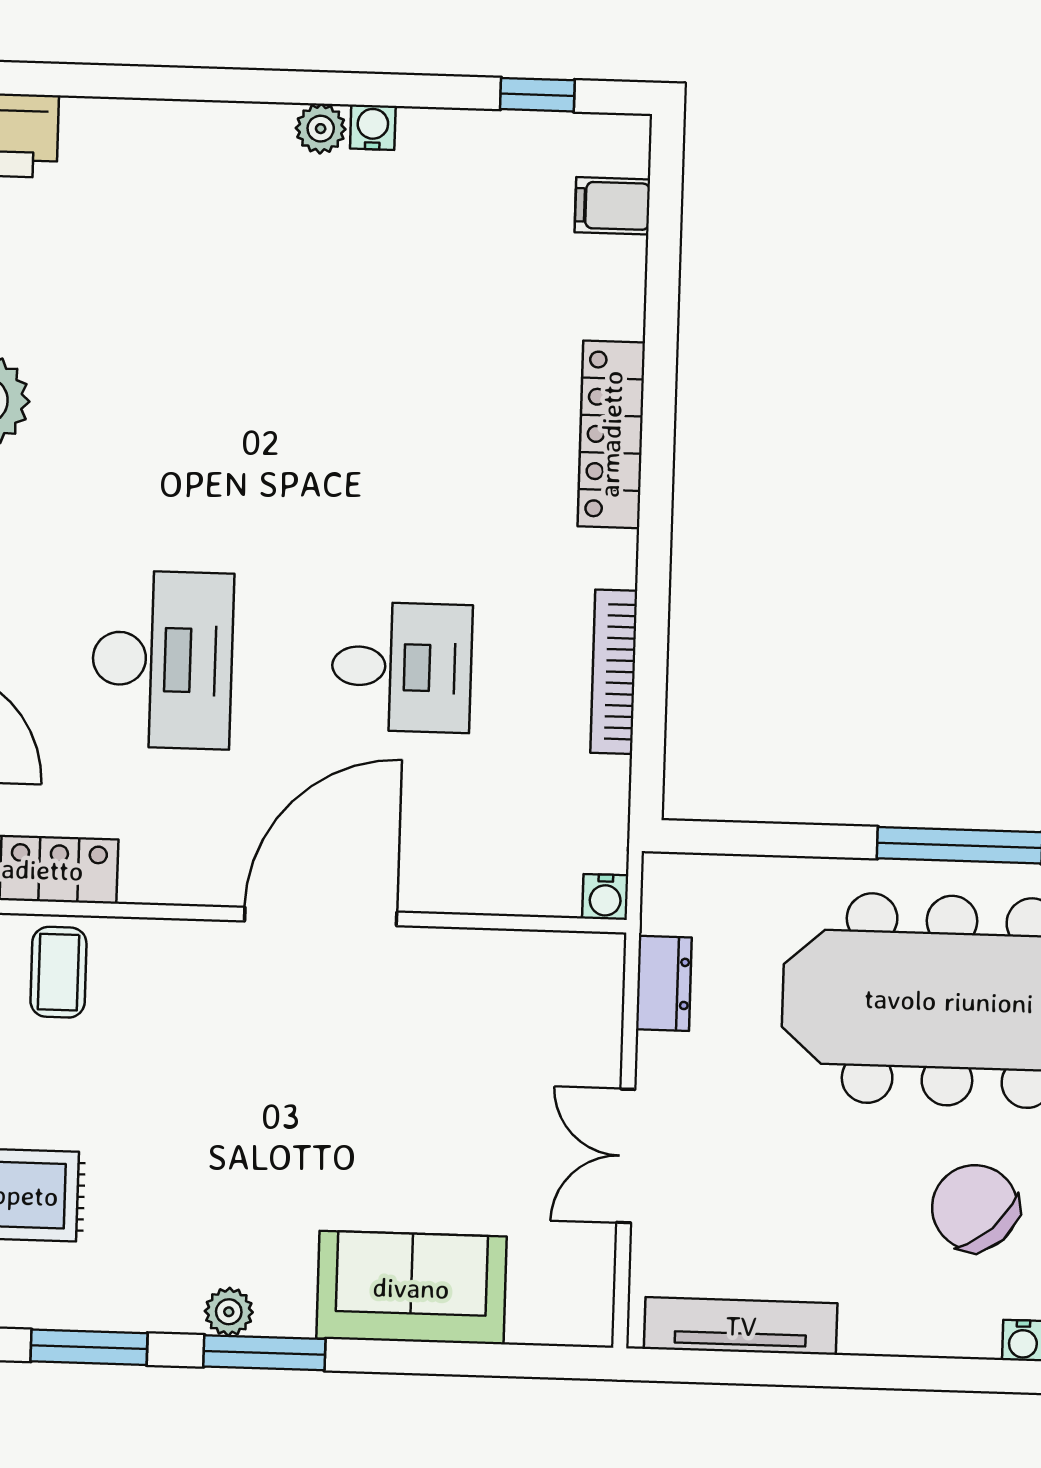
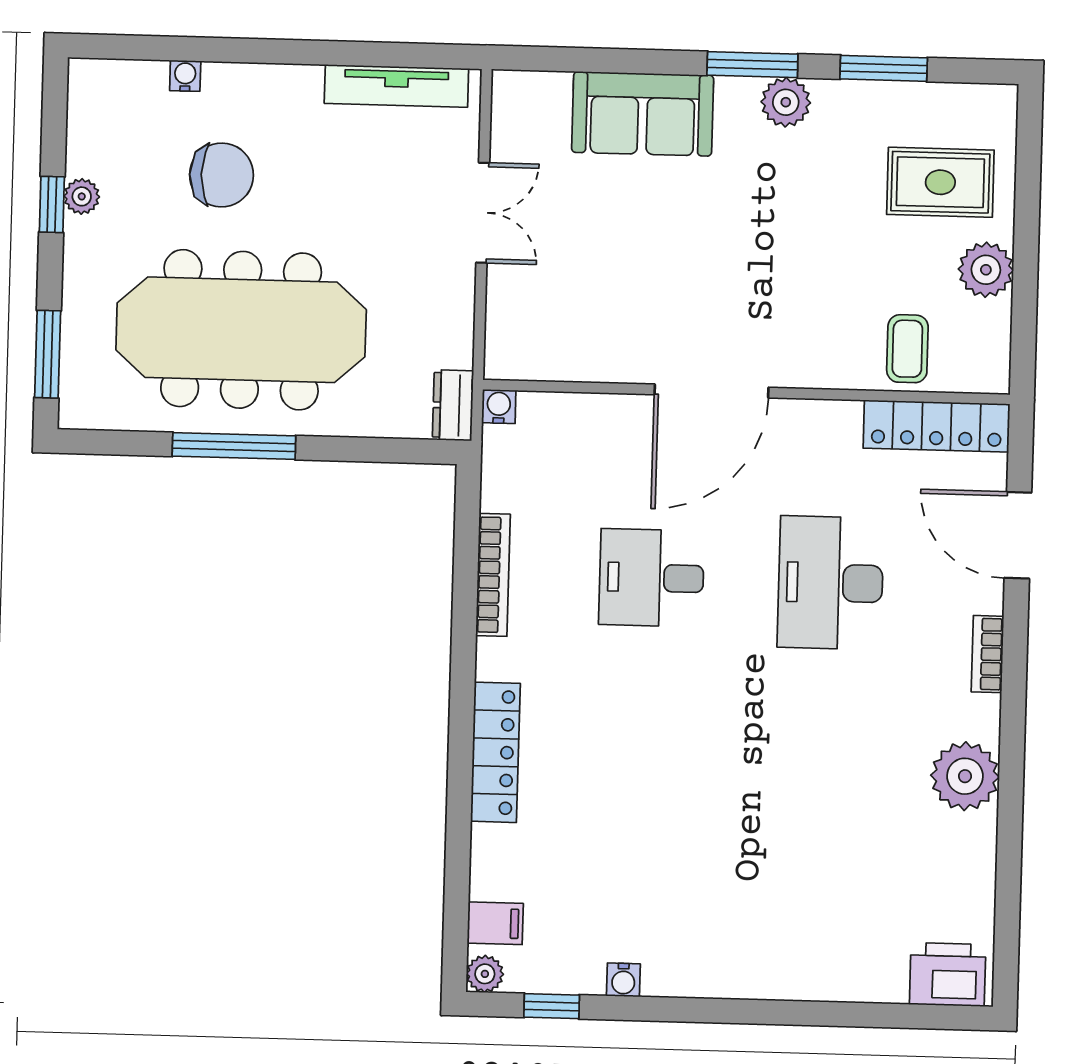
water cooler: (373, 127) -> (623, 980), moved
plant: (321, 129) -> (485, 974), moved
dresser: (664, 983) -> (453, 405), moved
chair: (975, 1208) -> (222, 175), turned -47
plant: (229, 1312) -> (786, 102), width x1.38, depth x1.38

